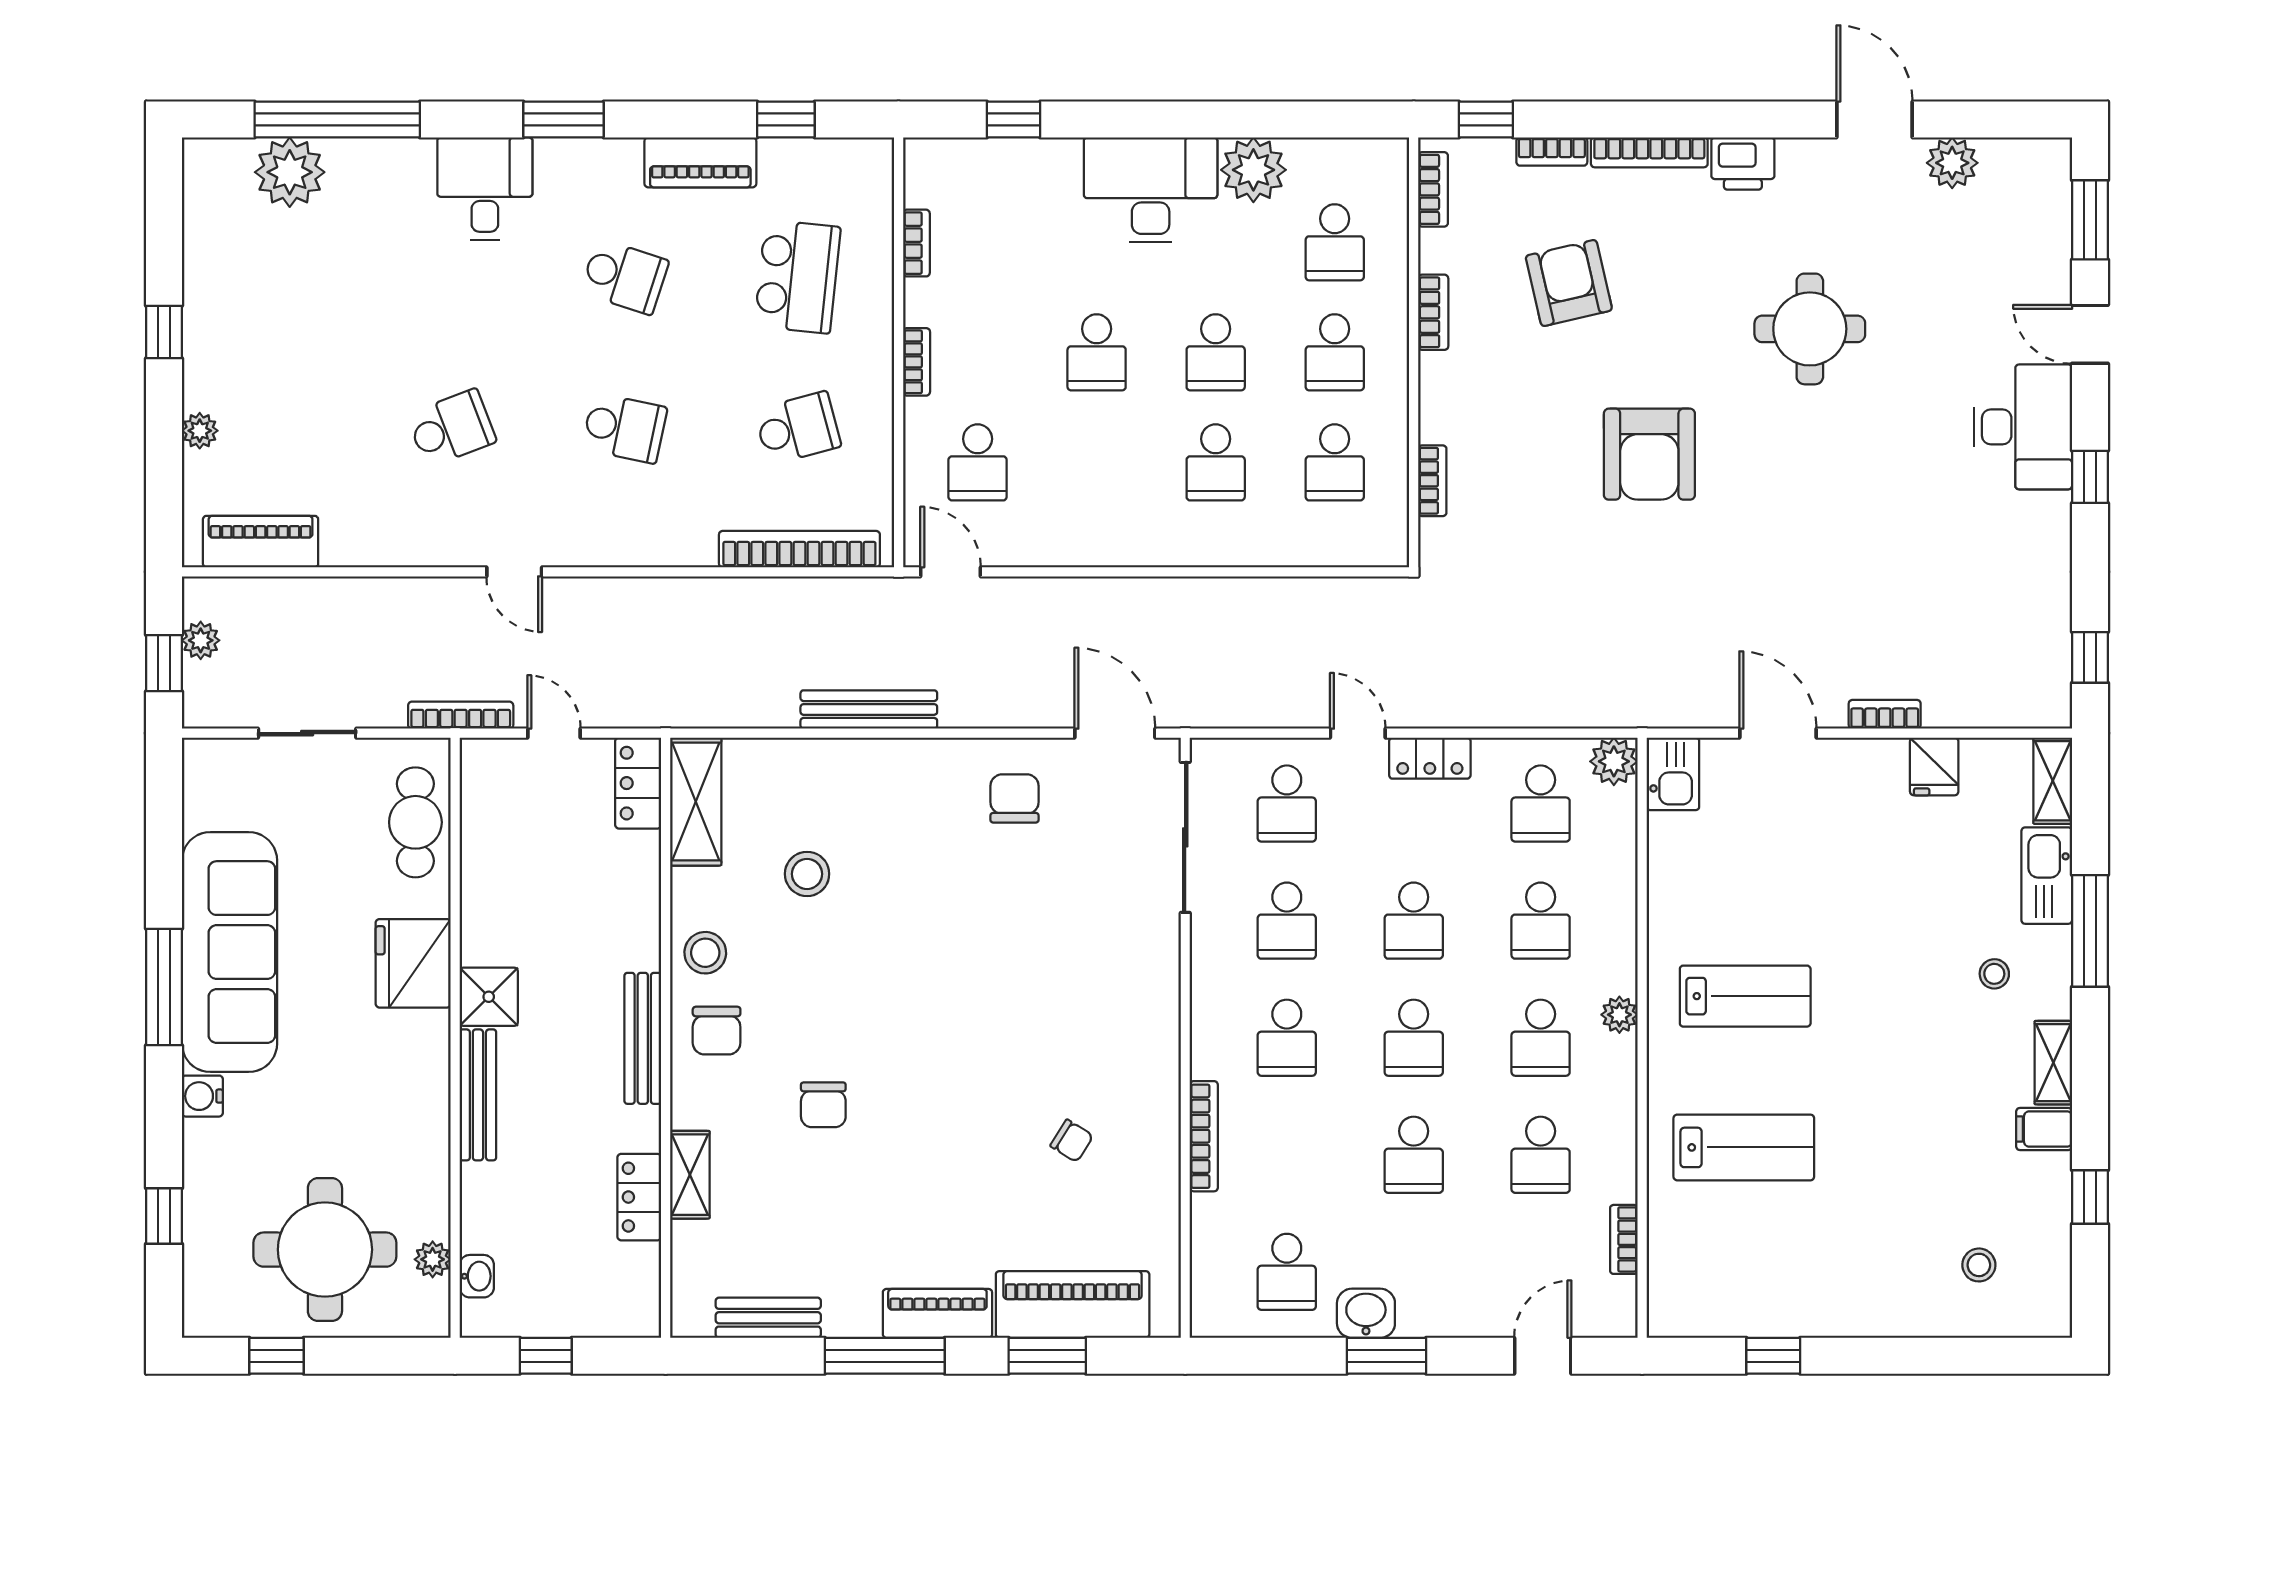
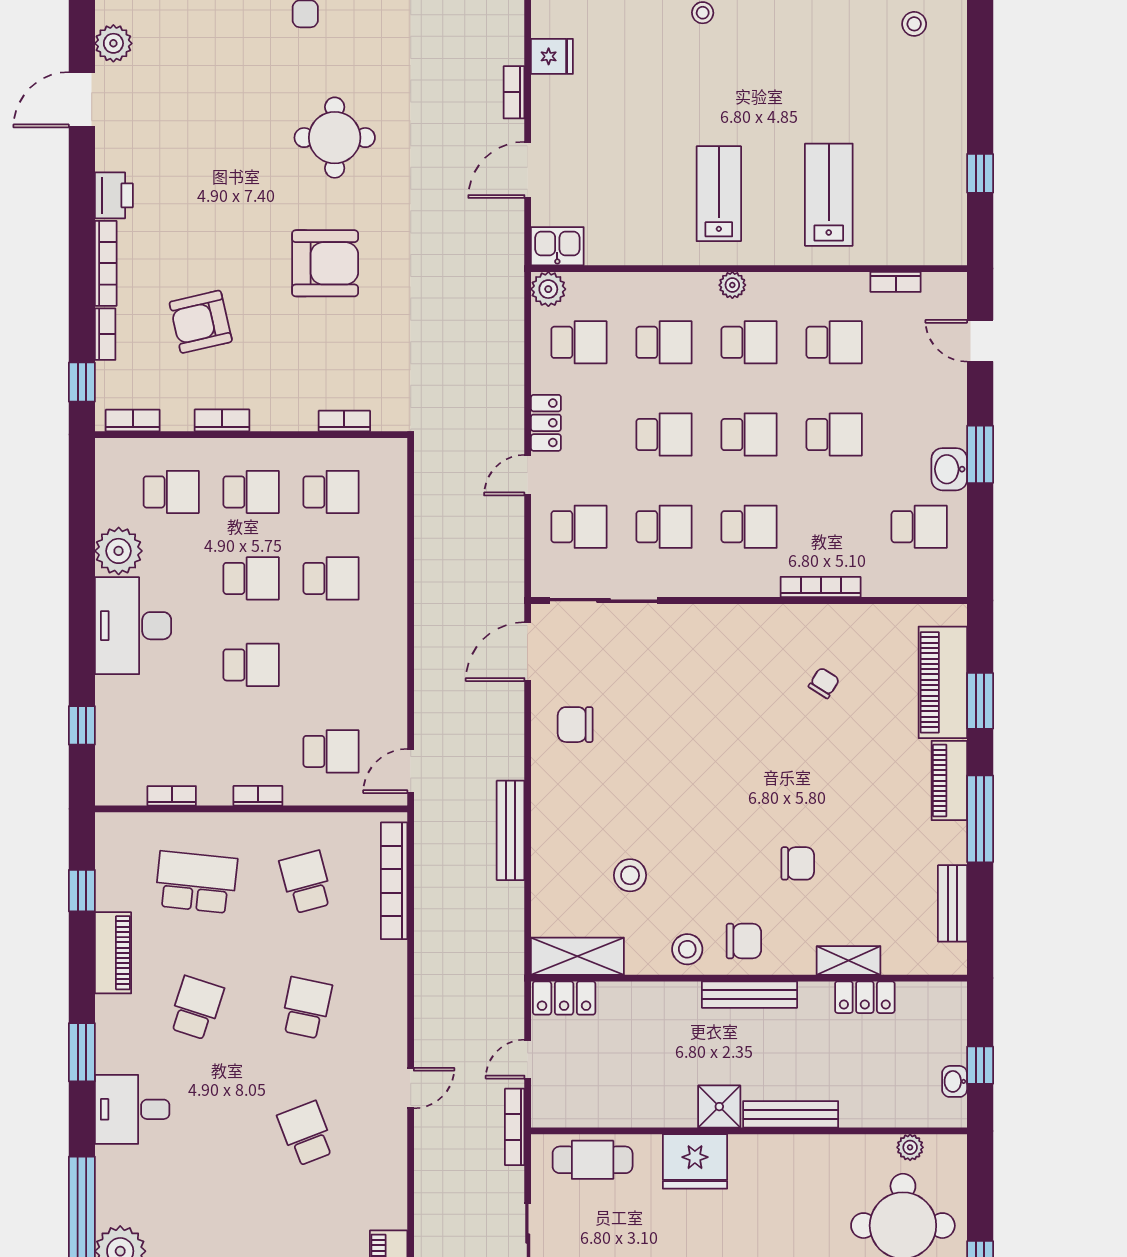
round table: (1810, 329) -> (335, 138), moved
washbasin: (477, 1276) -> (955, 1081), moved, turned -90

